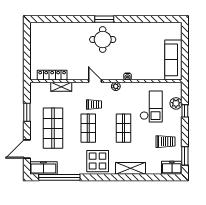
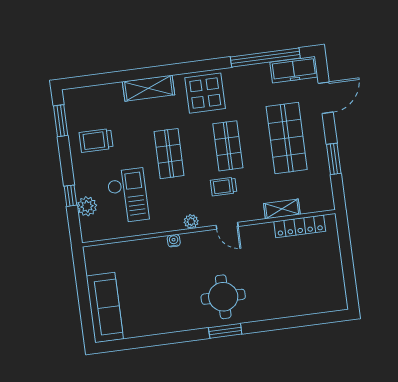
sofa: (173, 60) -> (105, 308), moved
checkout: (151, 107) -> (128, 196), turned 180
freezer: (172, 168) -> (80, 98), removed

